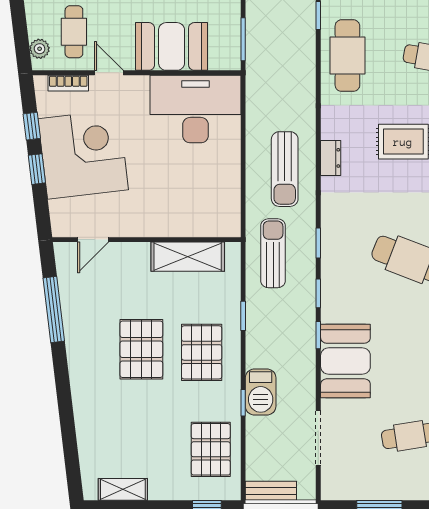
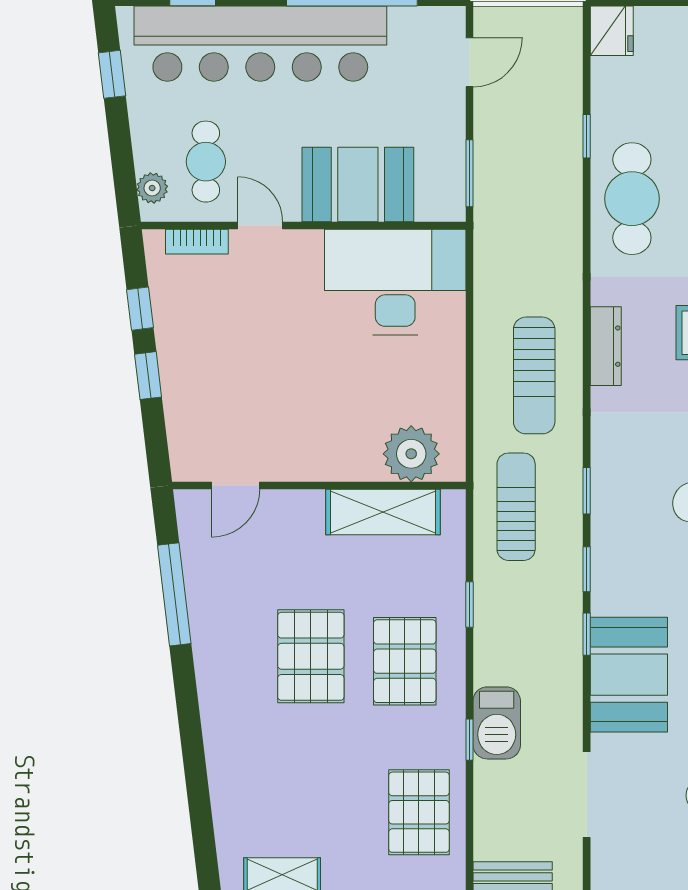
corner desk: (83, 154) -> (220, 352), removed
dresser: (331, 158) -> (606, 346), width x1.44
plant: (206, 219) -> (411, 454), added

